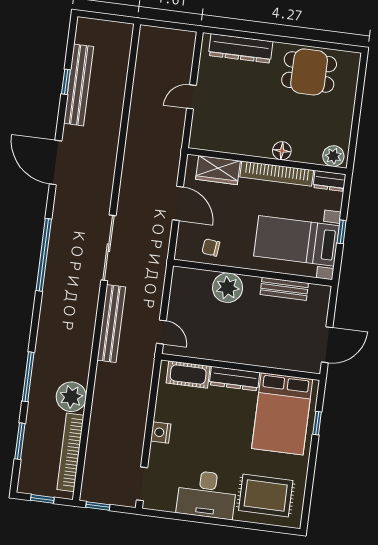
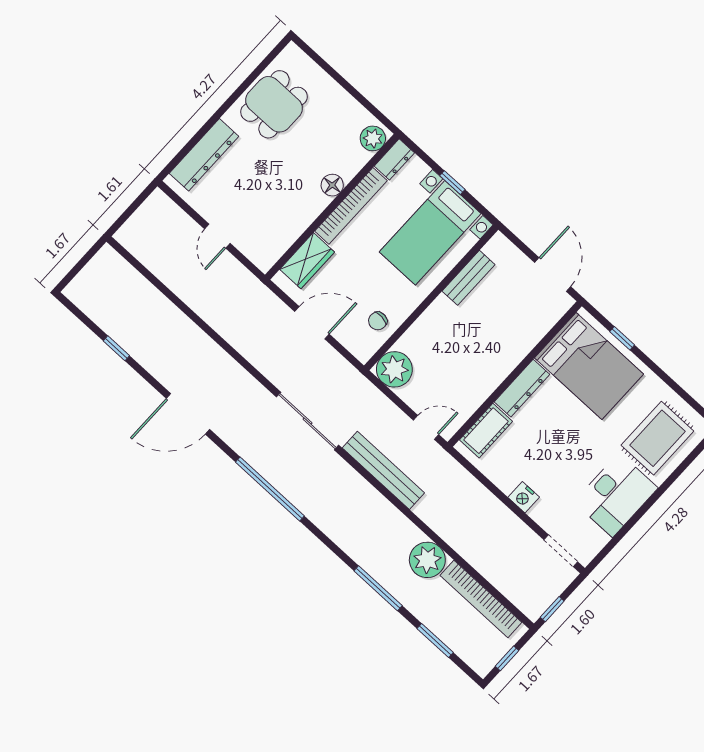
bench: (79, 85) -> (128, 338), removed
plant: (228, 288) -> (394, 369), moved

